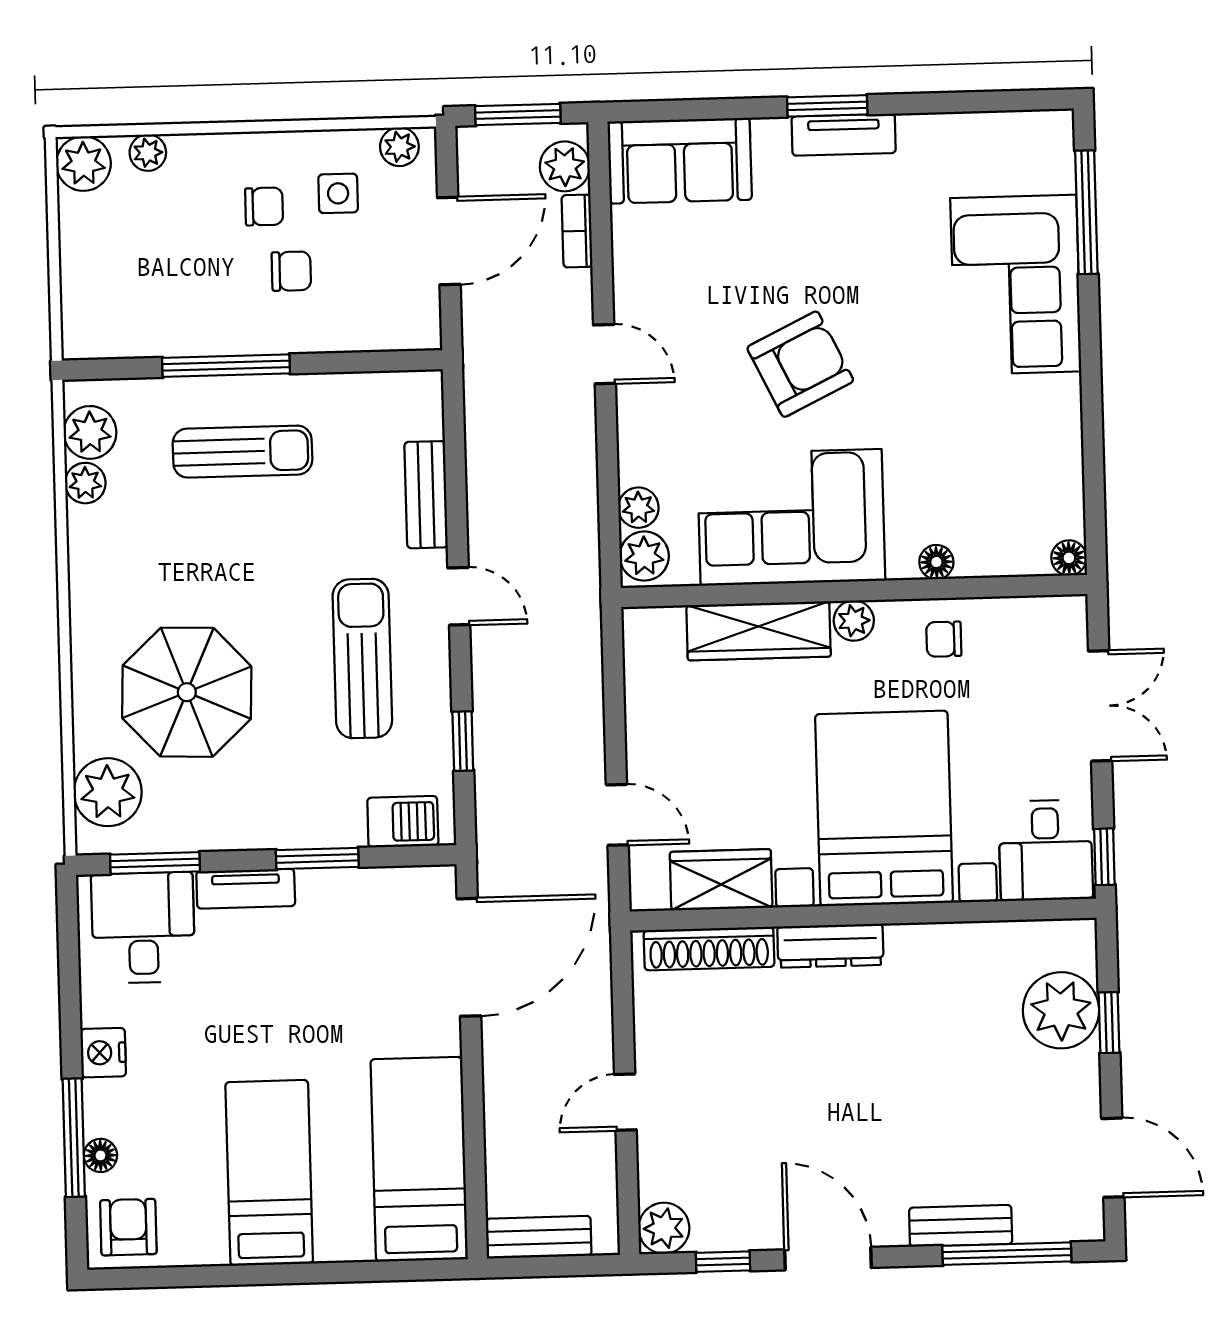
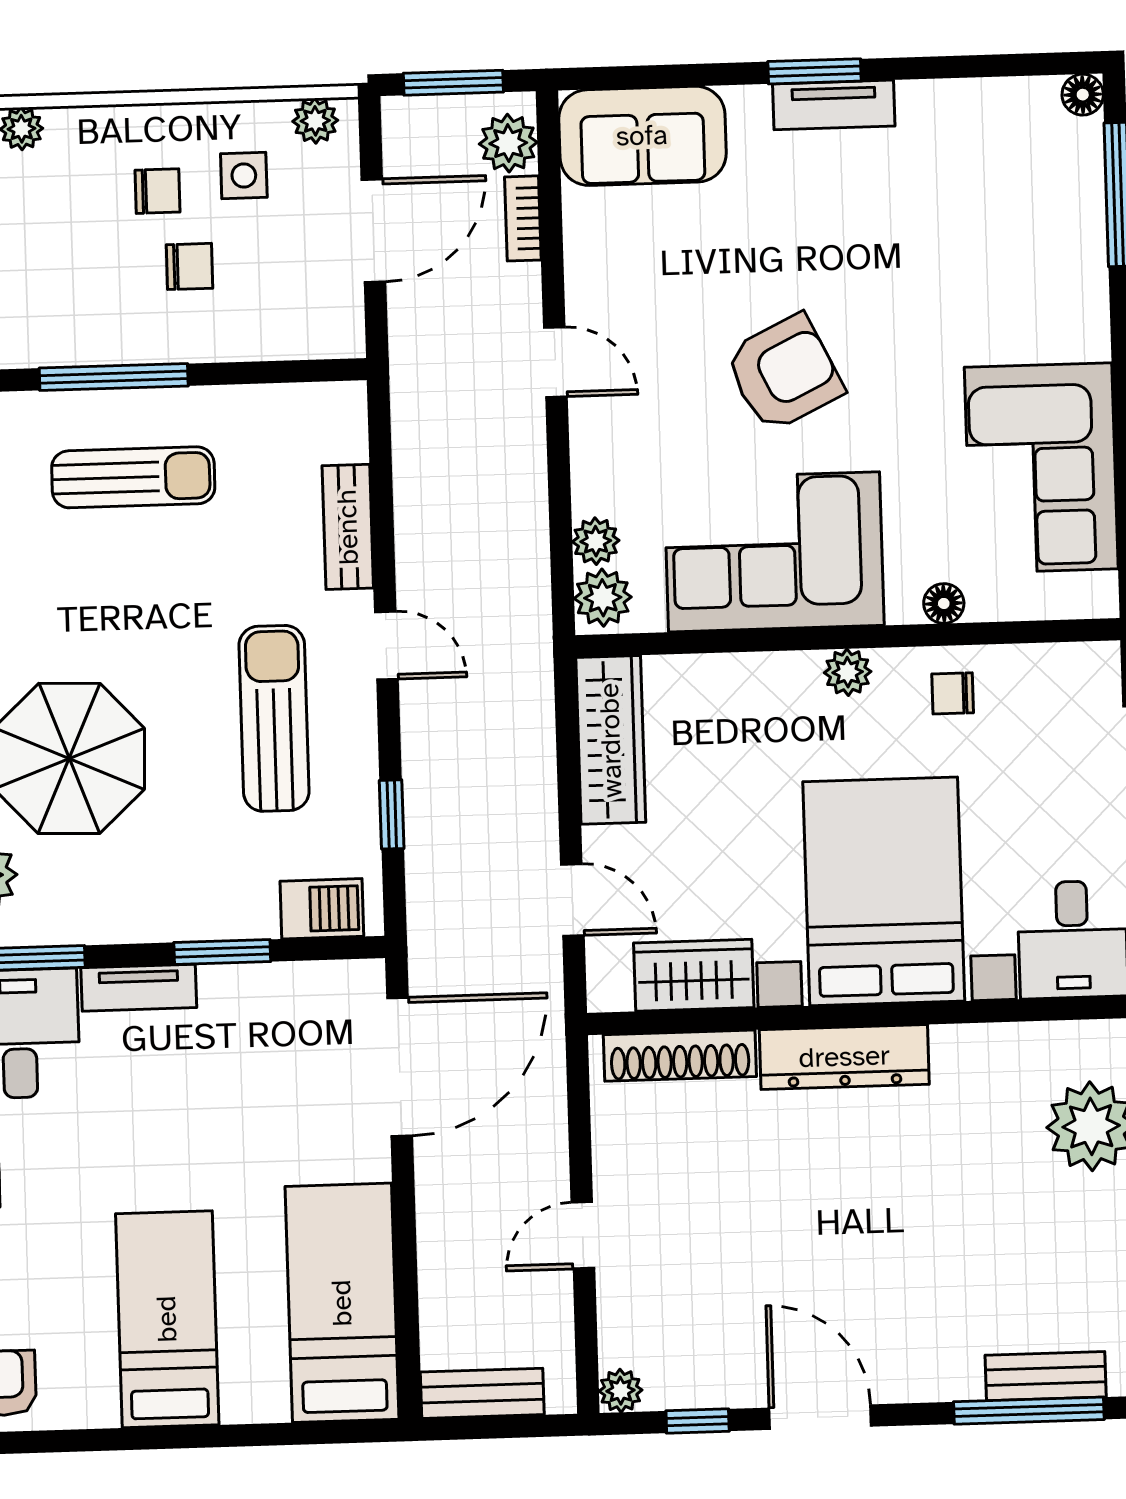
corner sofa: (1016, 285) -> (1041, 468), moved
floor lamp: (1069, 558) -> (1083, 95), moved
wardrobe: (759, 631) -> (611, 740), moved, turned -90
dresser: (830, 946) -> (844, 1057), width x1.37, depth x1.24
bench: (961, 1226) -> (1046, 1376), moved
plant: (664, 1228) -> (621, 1391), width x0.73, depth x0.73

